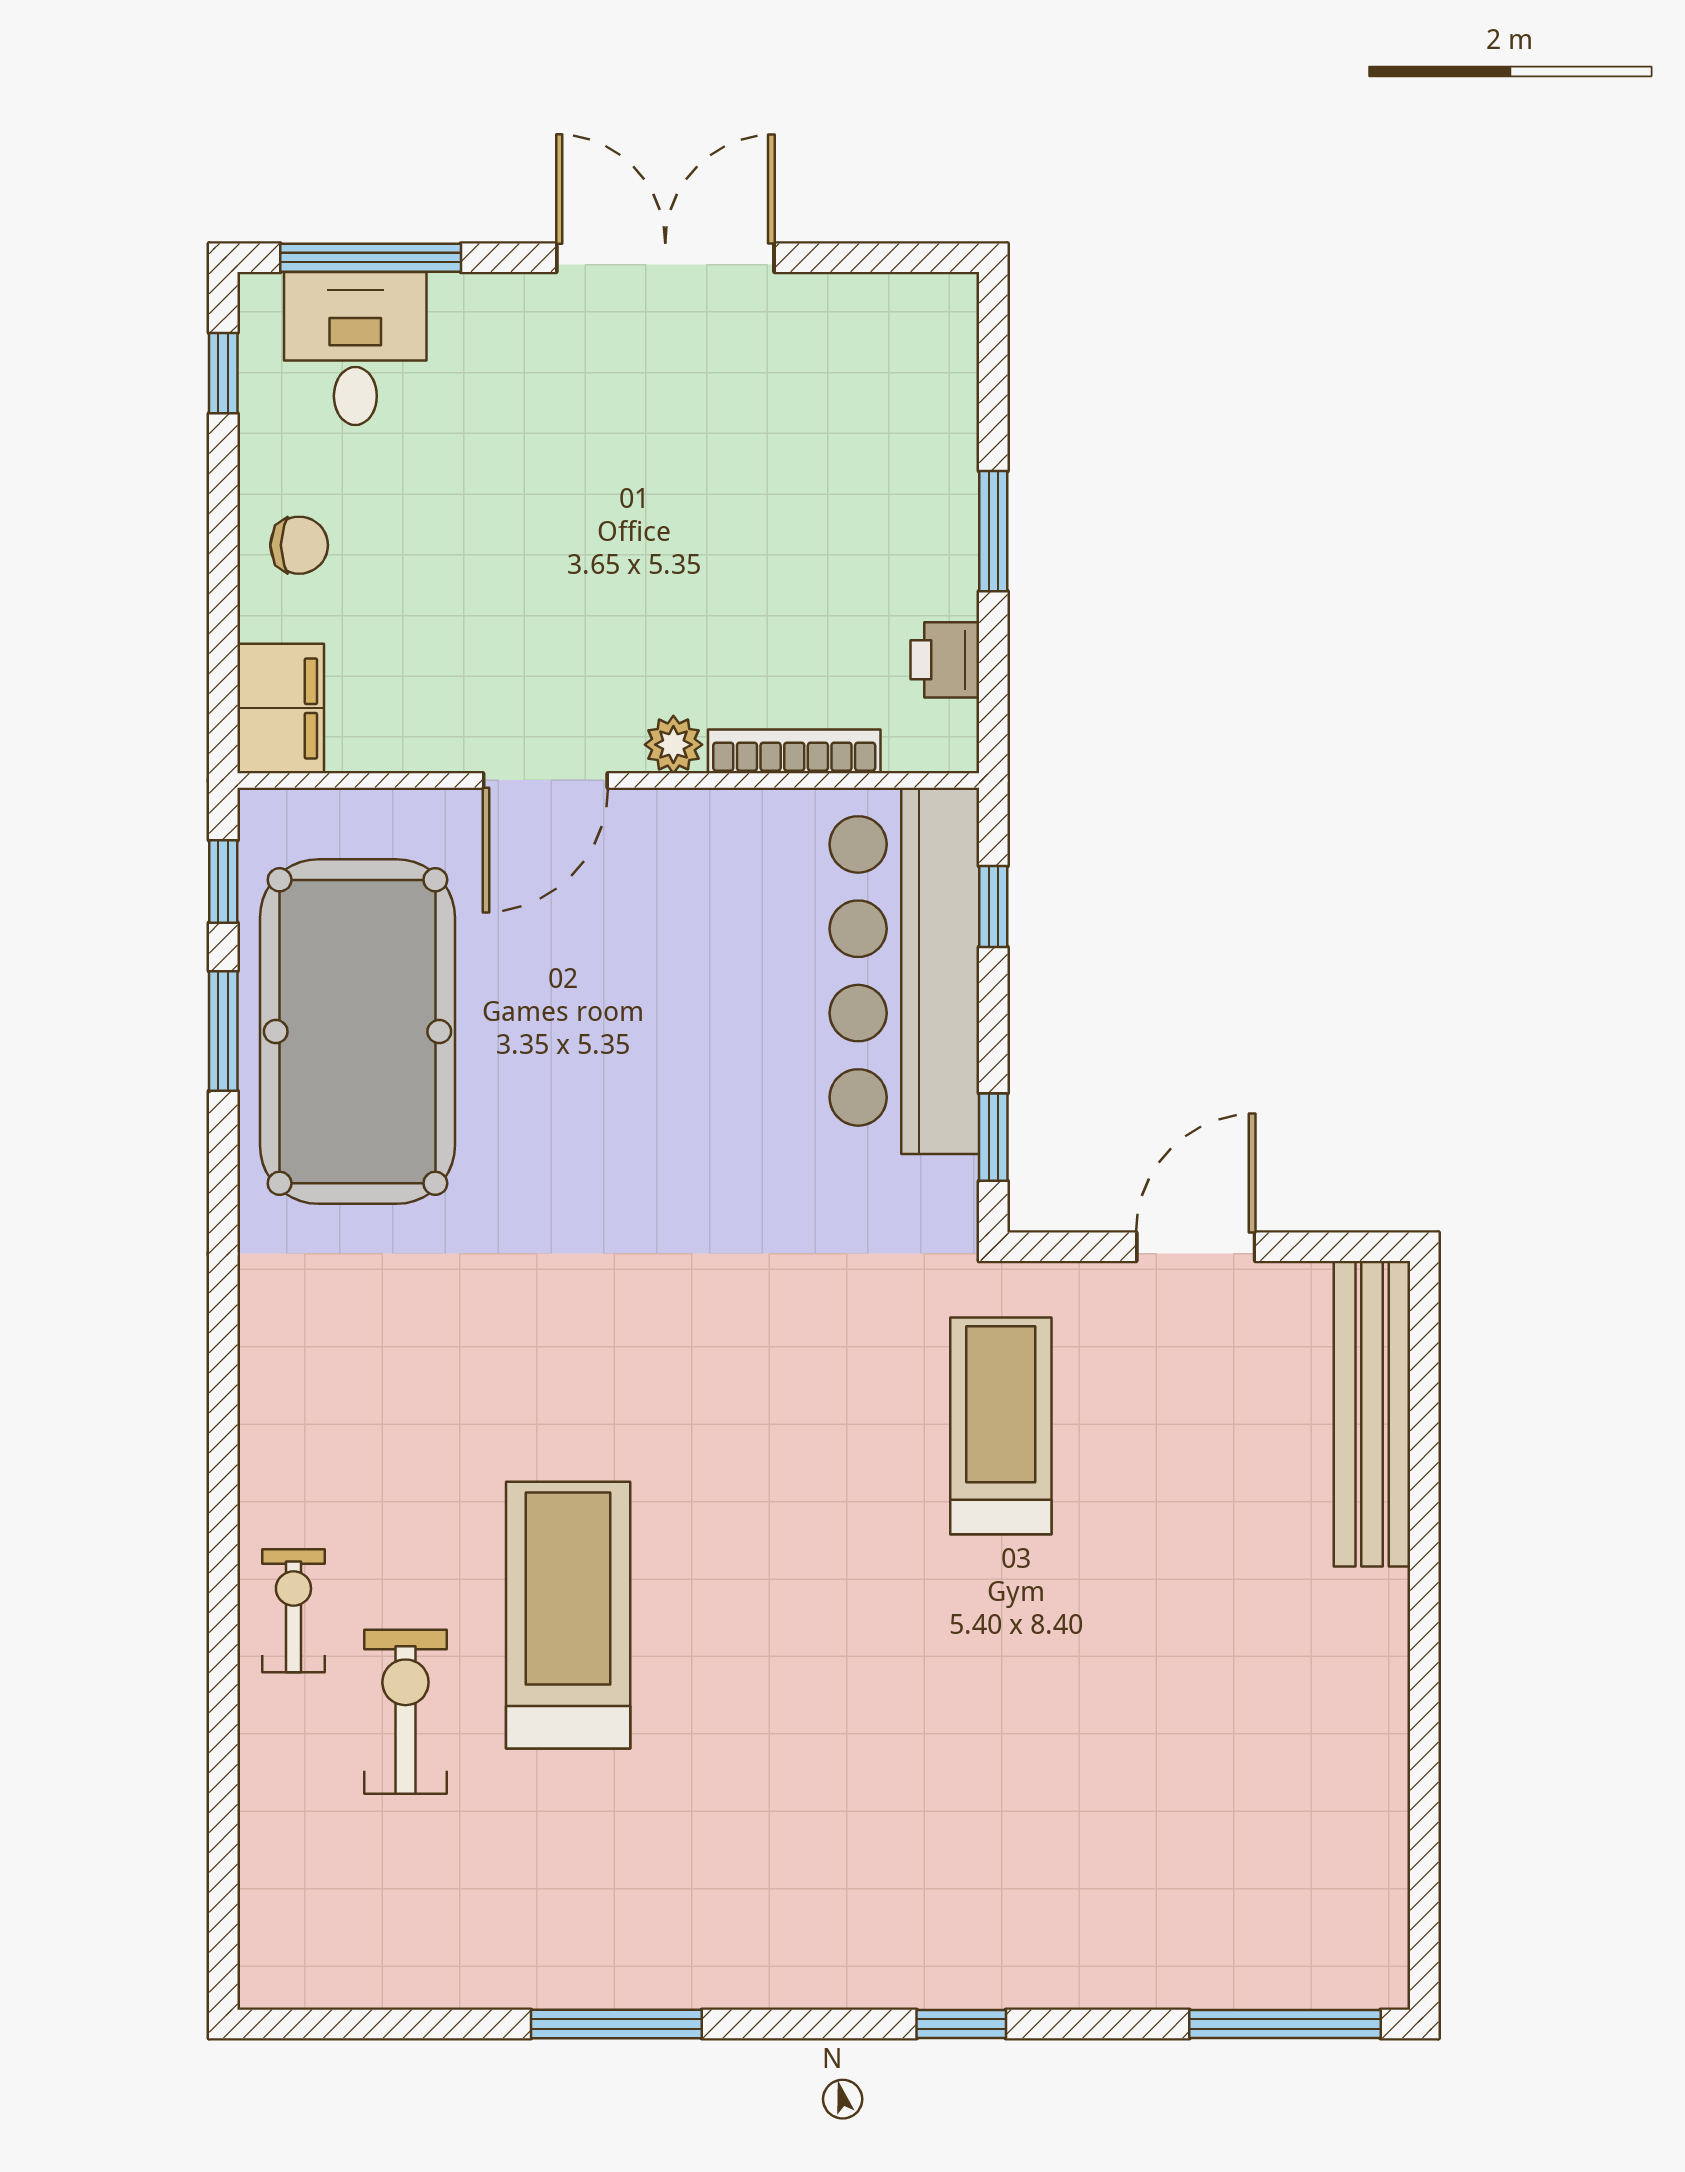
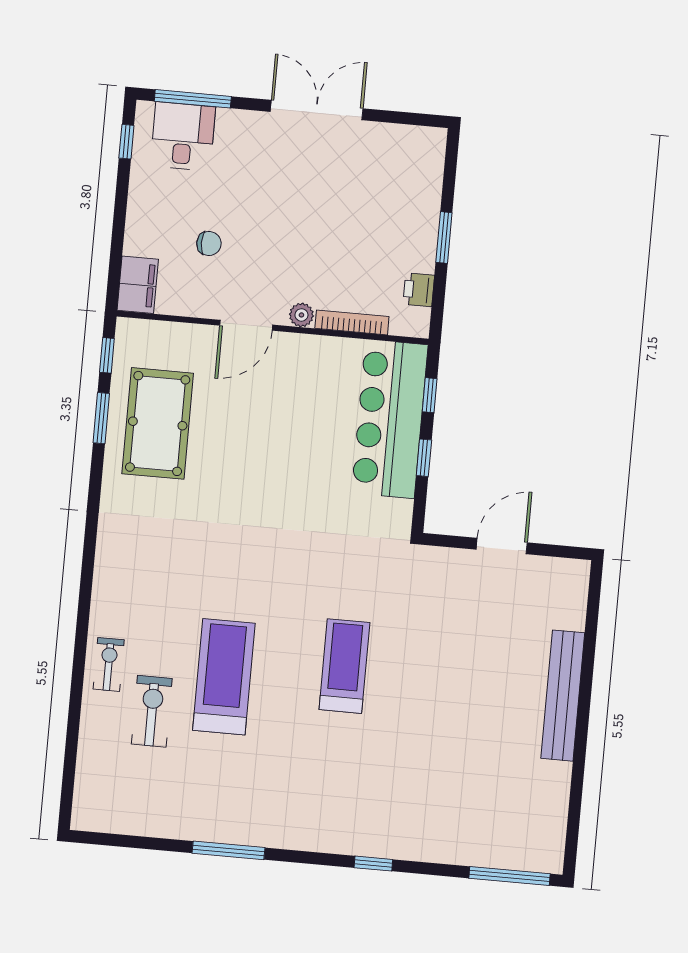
chair: (299, 545) -> (209, 243), moved
pool table: (357, 1032) -> (158, 423), width x0.73, depth x0.76
window: (993, 1137) -> (424, 458), moved
bench: (1372, 1414) -> (563, 696), moved
treadmill: (1001, 1426) -> (344, 666), moved

